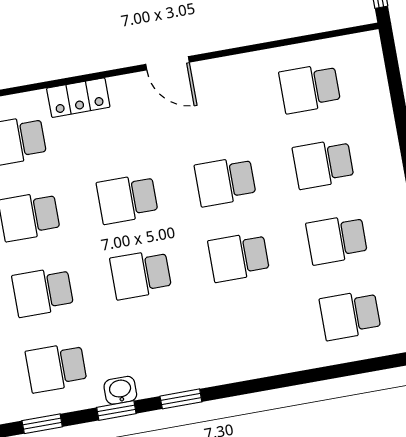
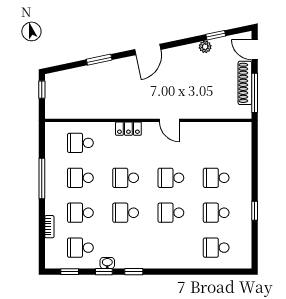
door: (168, 63) -> (169, 120), moved
school desk: (310, 88) -> (216, 143), removed
locker: (78, 98) -> (128, 129), moved

